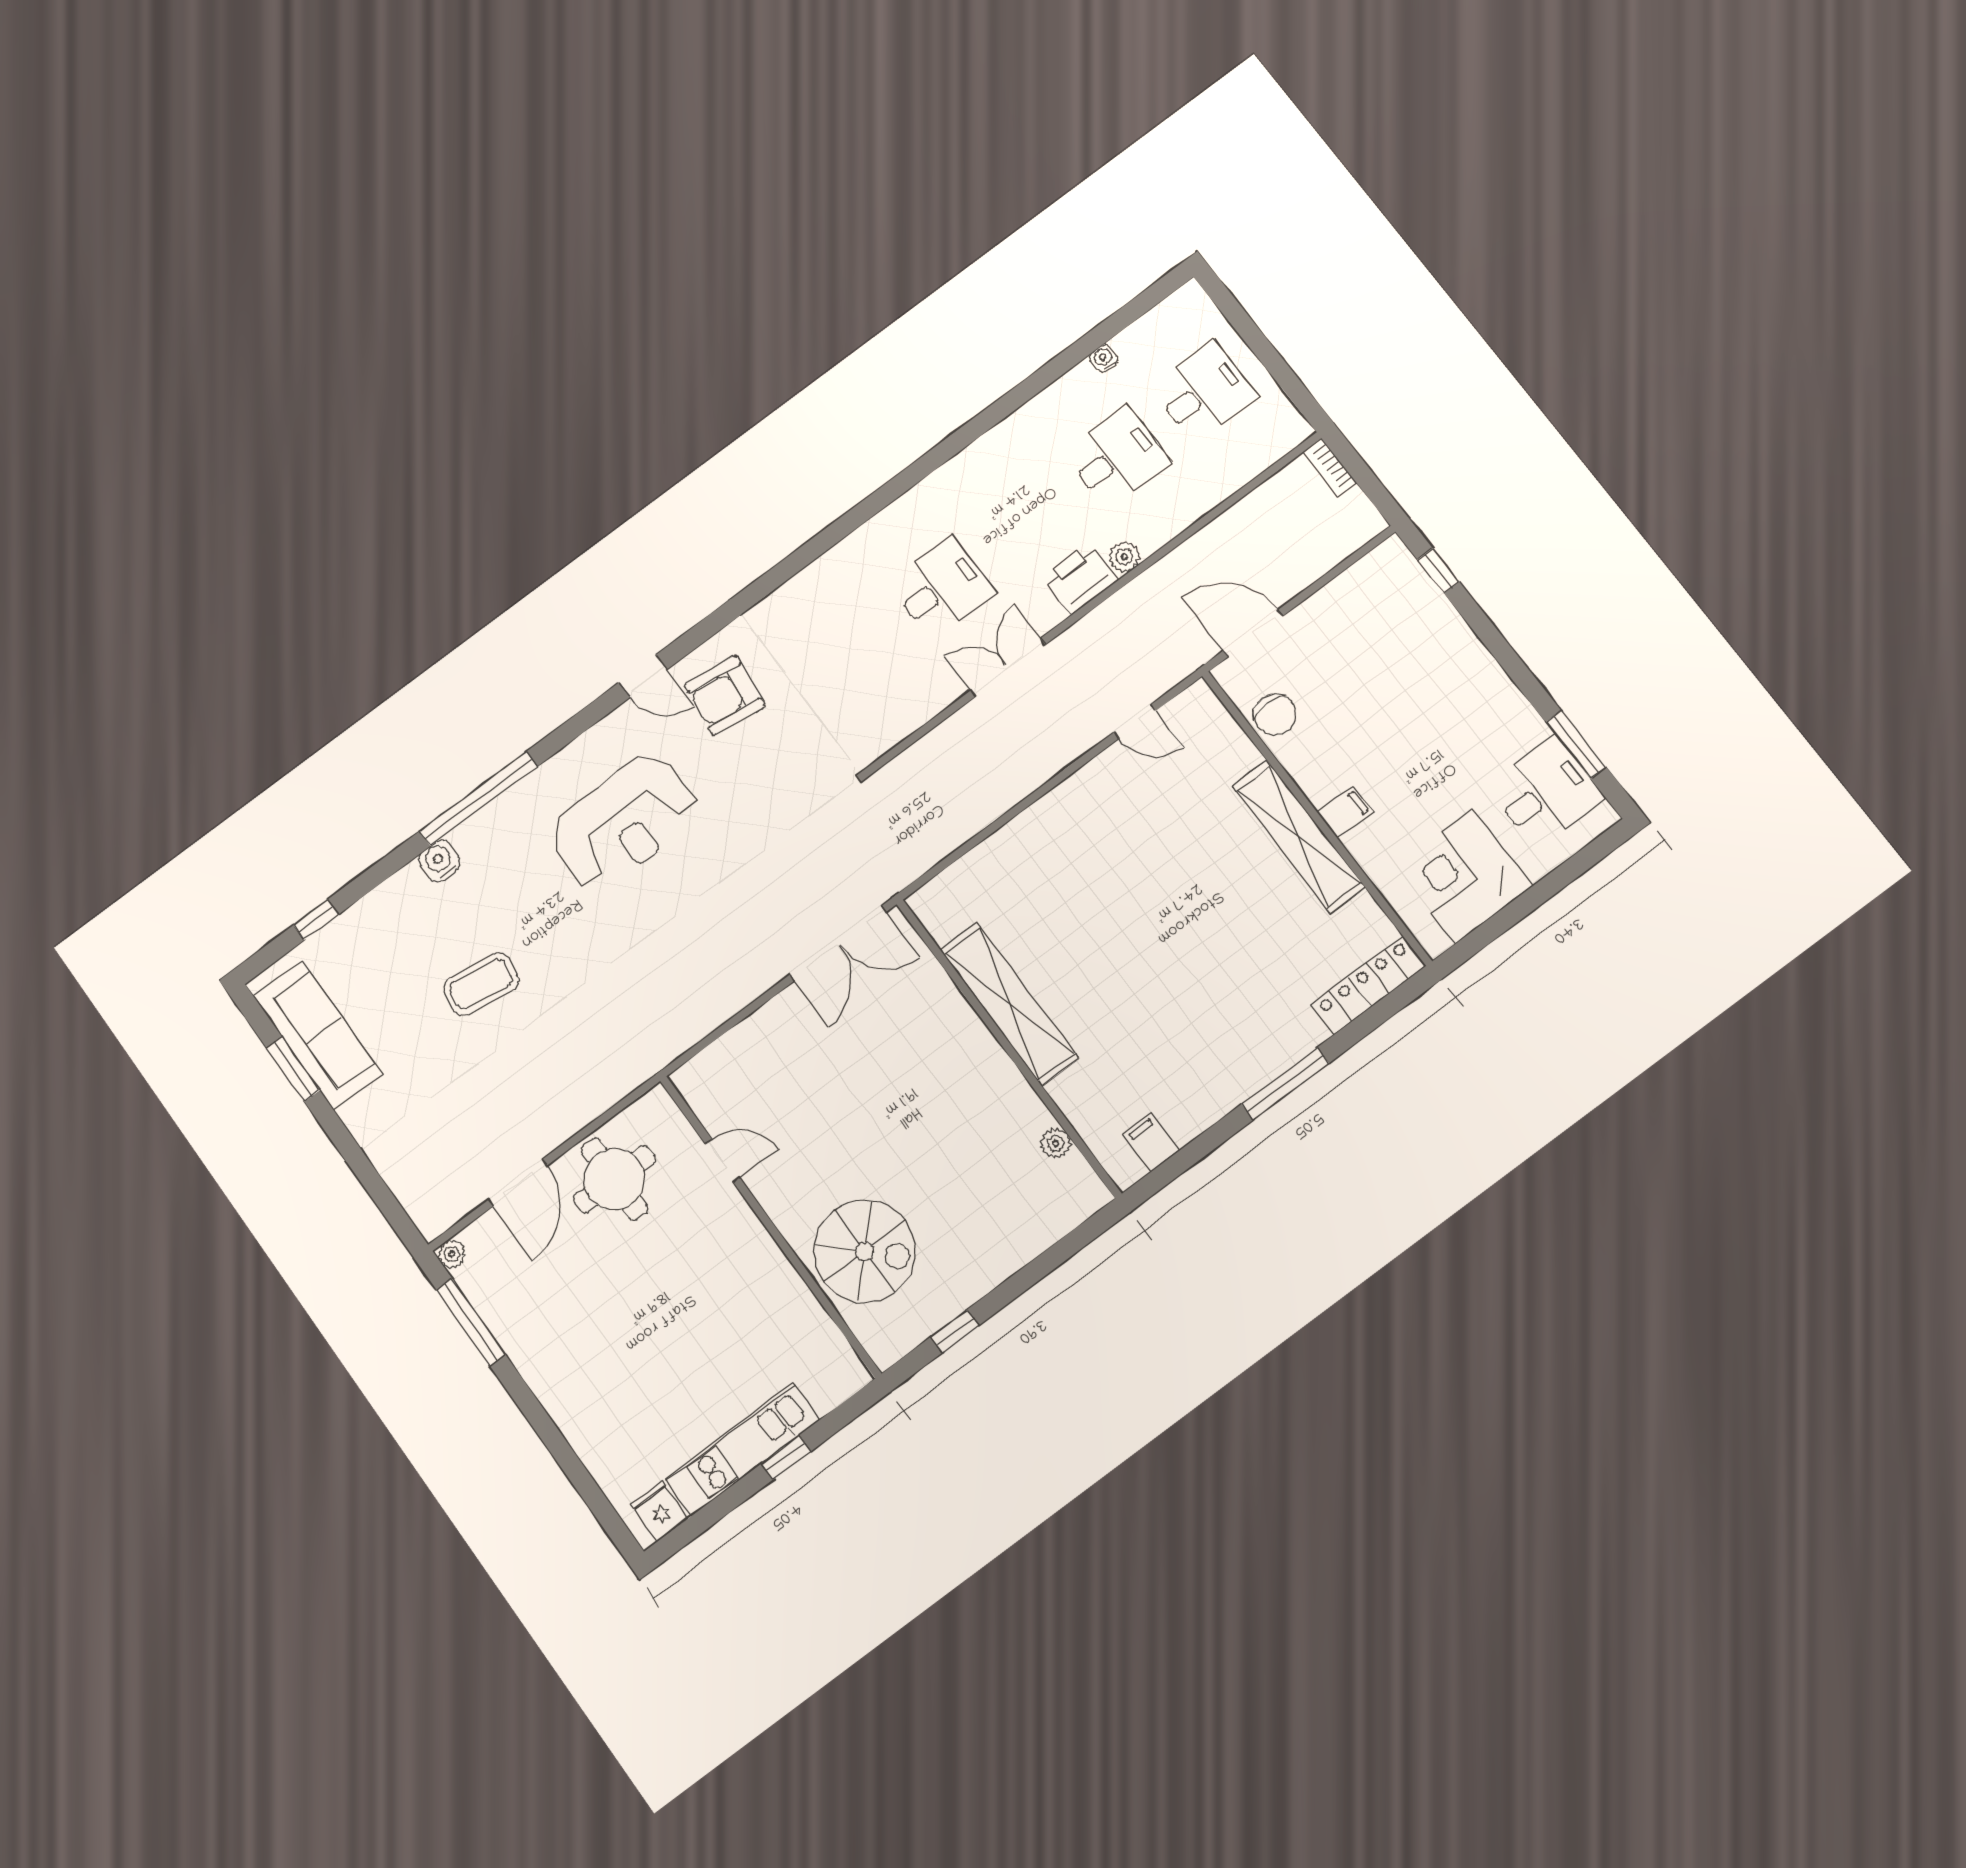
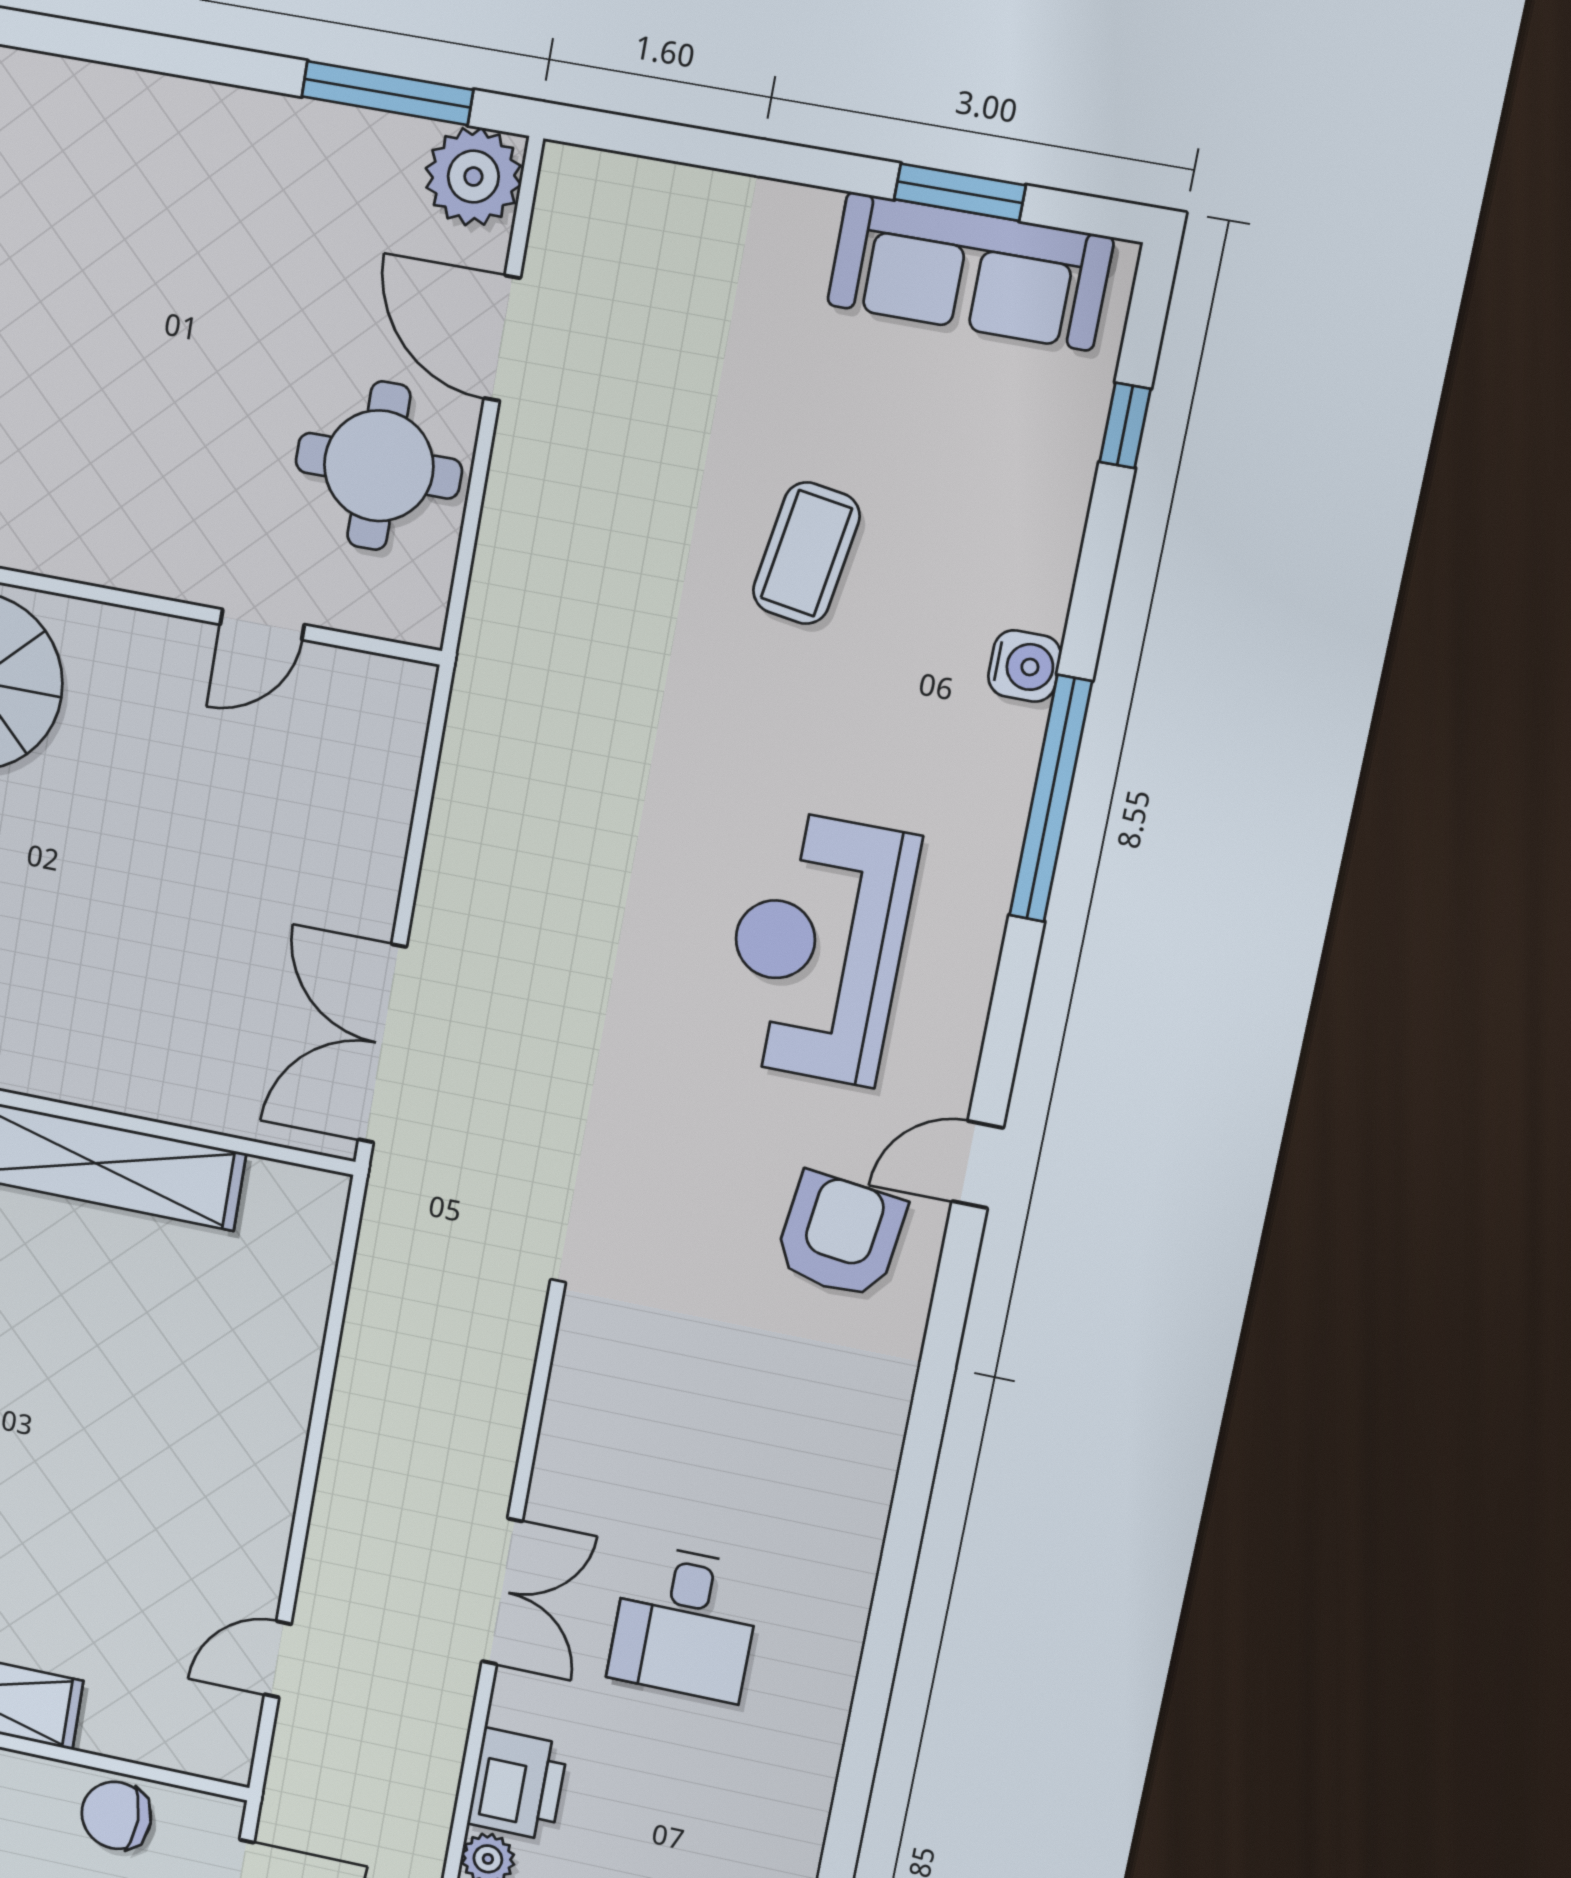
plant: (452, 1254) -> (473, 177), width x1.88, depth x1.88

